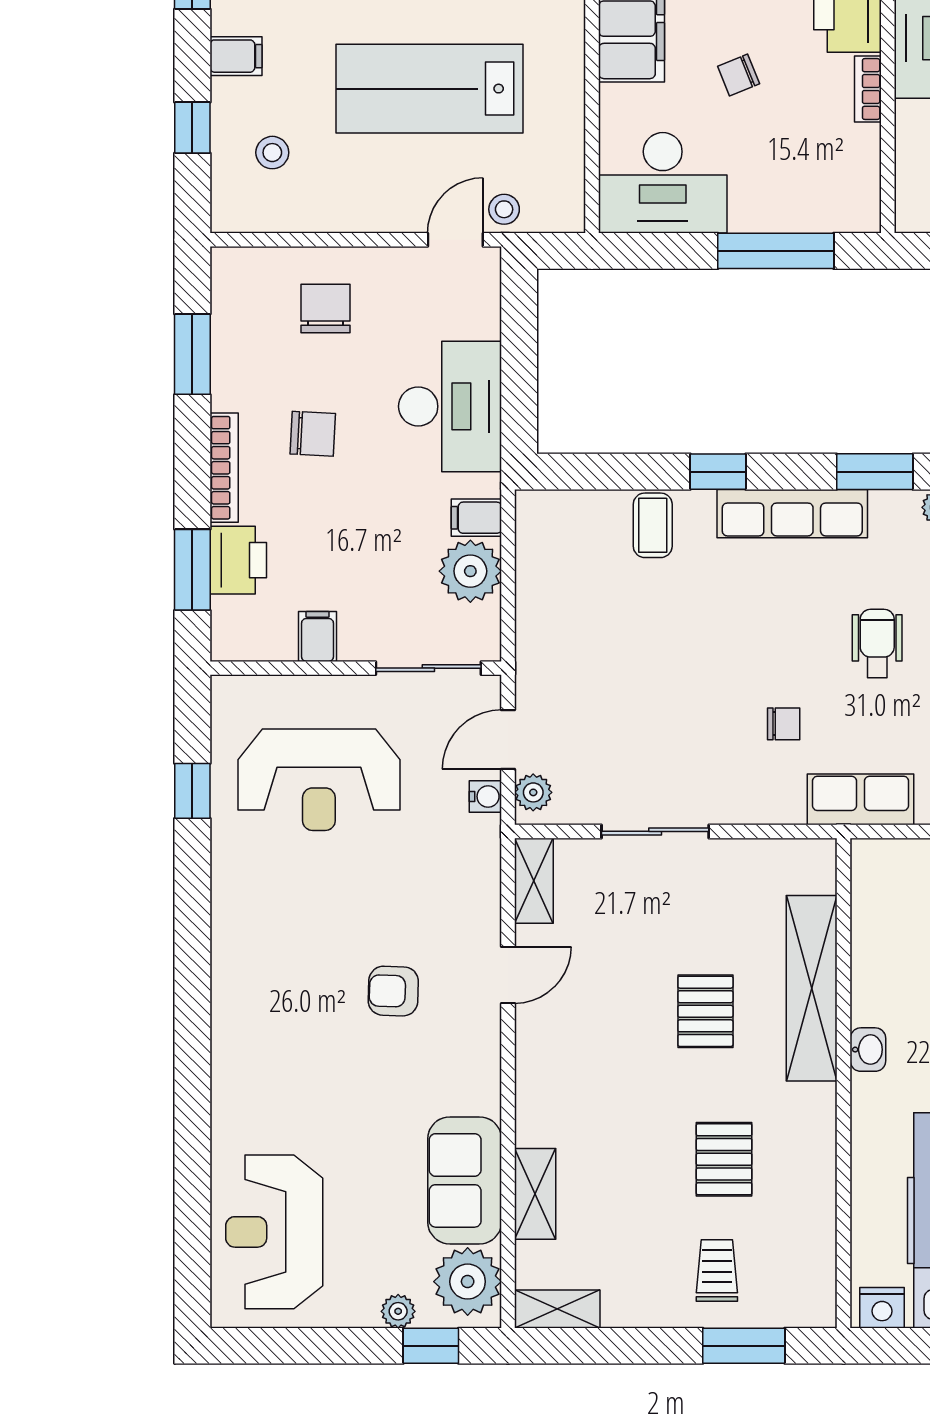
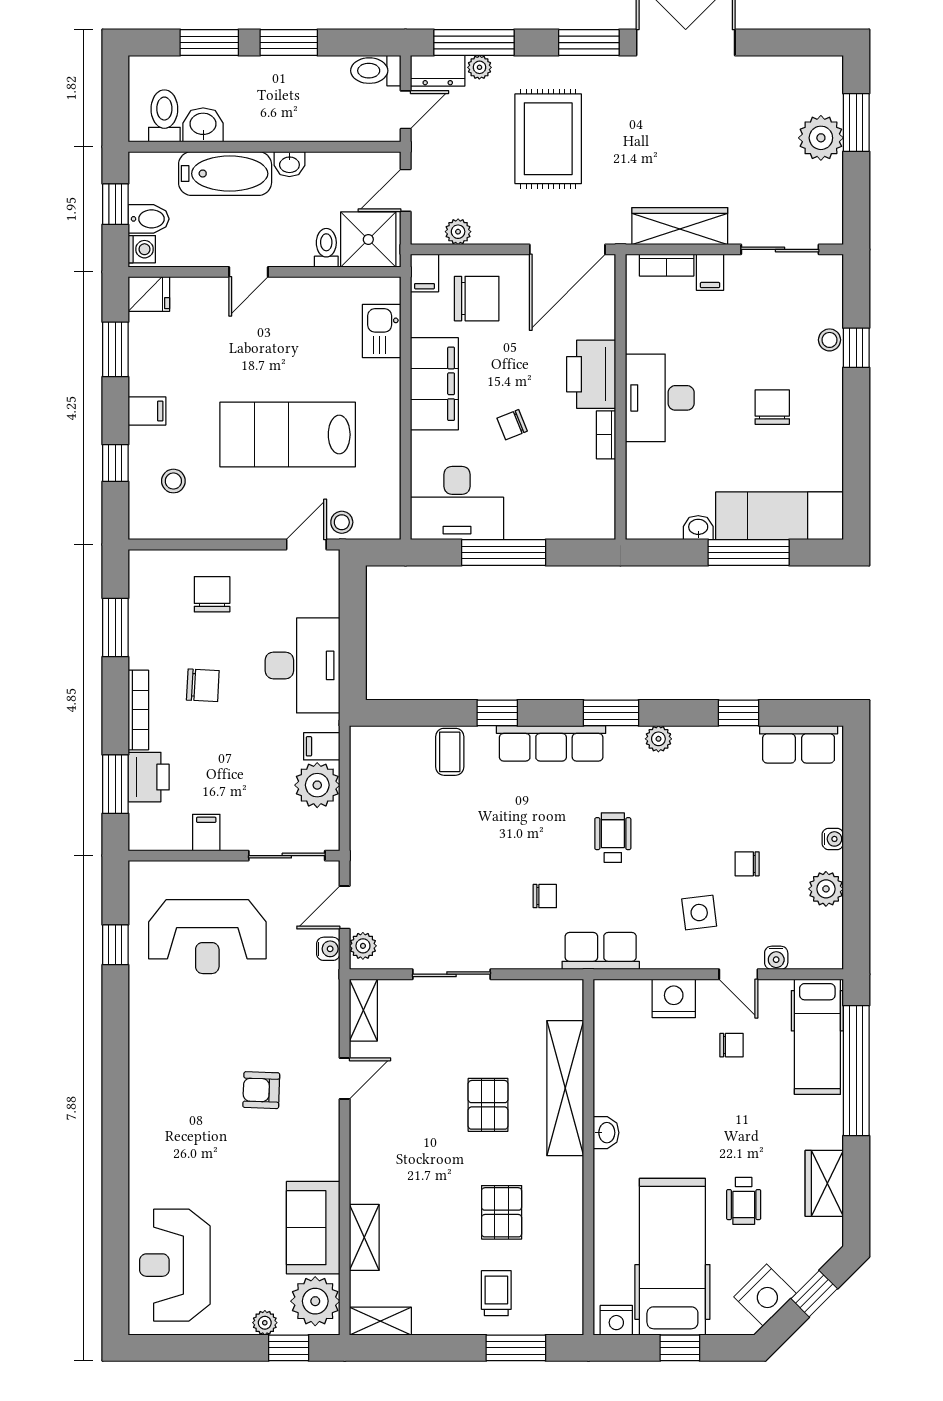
window: (776, 251) -> (504, 552), moved

